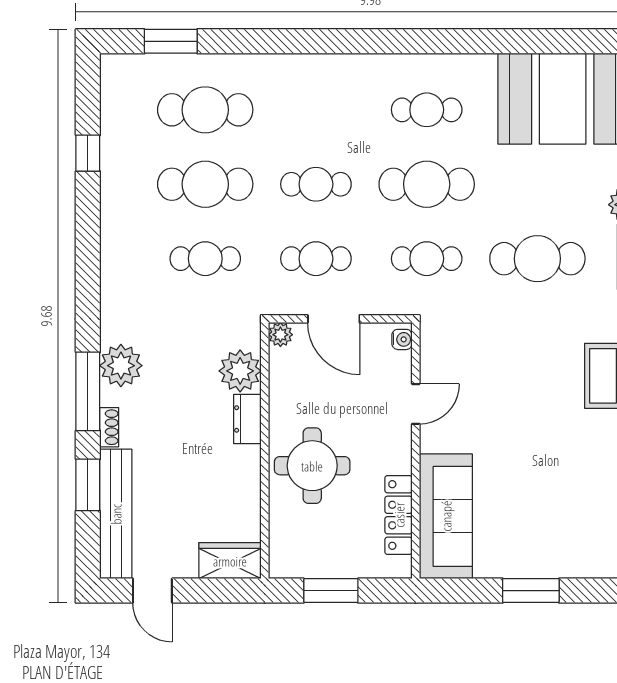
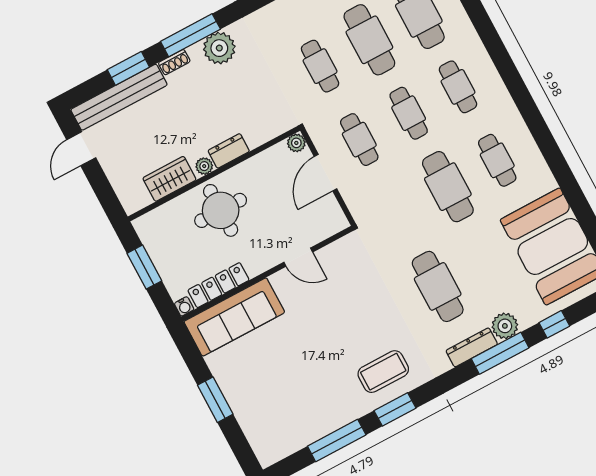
cafe table: (427, 259) -> (458, 87), moved
water cooler: (402, 339) -> (184, 306), moved
plant: (240, 371) -> (204, 166), moved, width x0.53, depth x0.53
wardrobe: (230, 561) -> (169, 179), moved, turned -90

